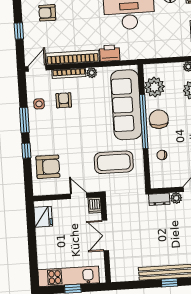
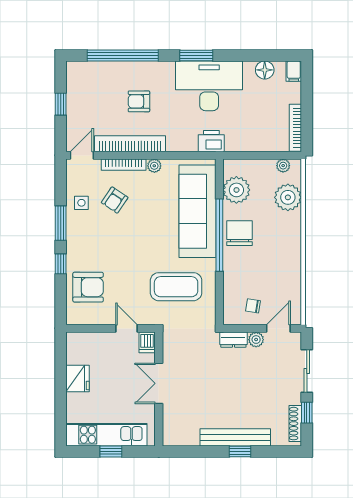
armchair: (47, 13) -> (139, 101), moved
printer: (110, 53) -> (211, 141), moved
armchair: (64, 100) -> (115, 200), turned -146
chair: (162, 155) -> (253, 306), moved
fridge: (43, 217) -> (78, 379), moved

